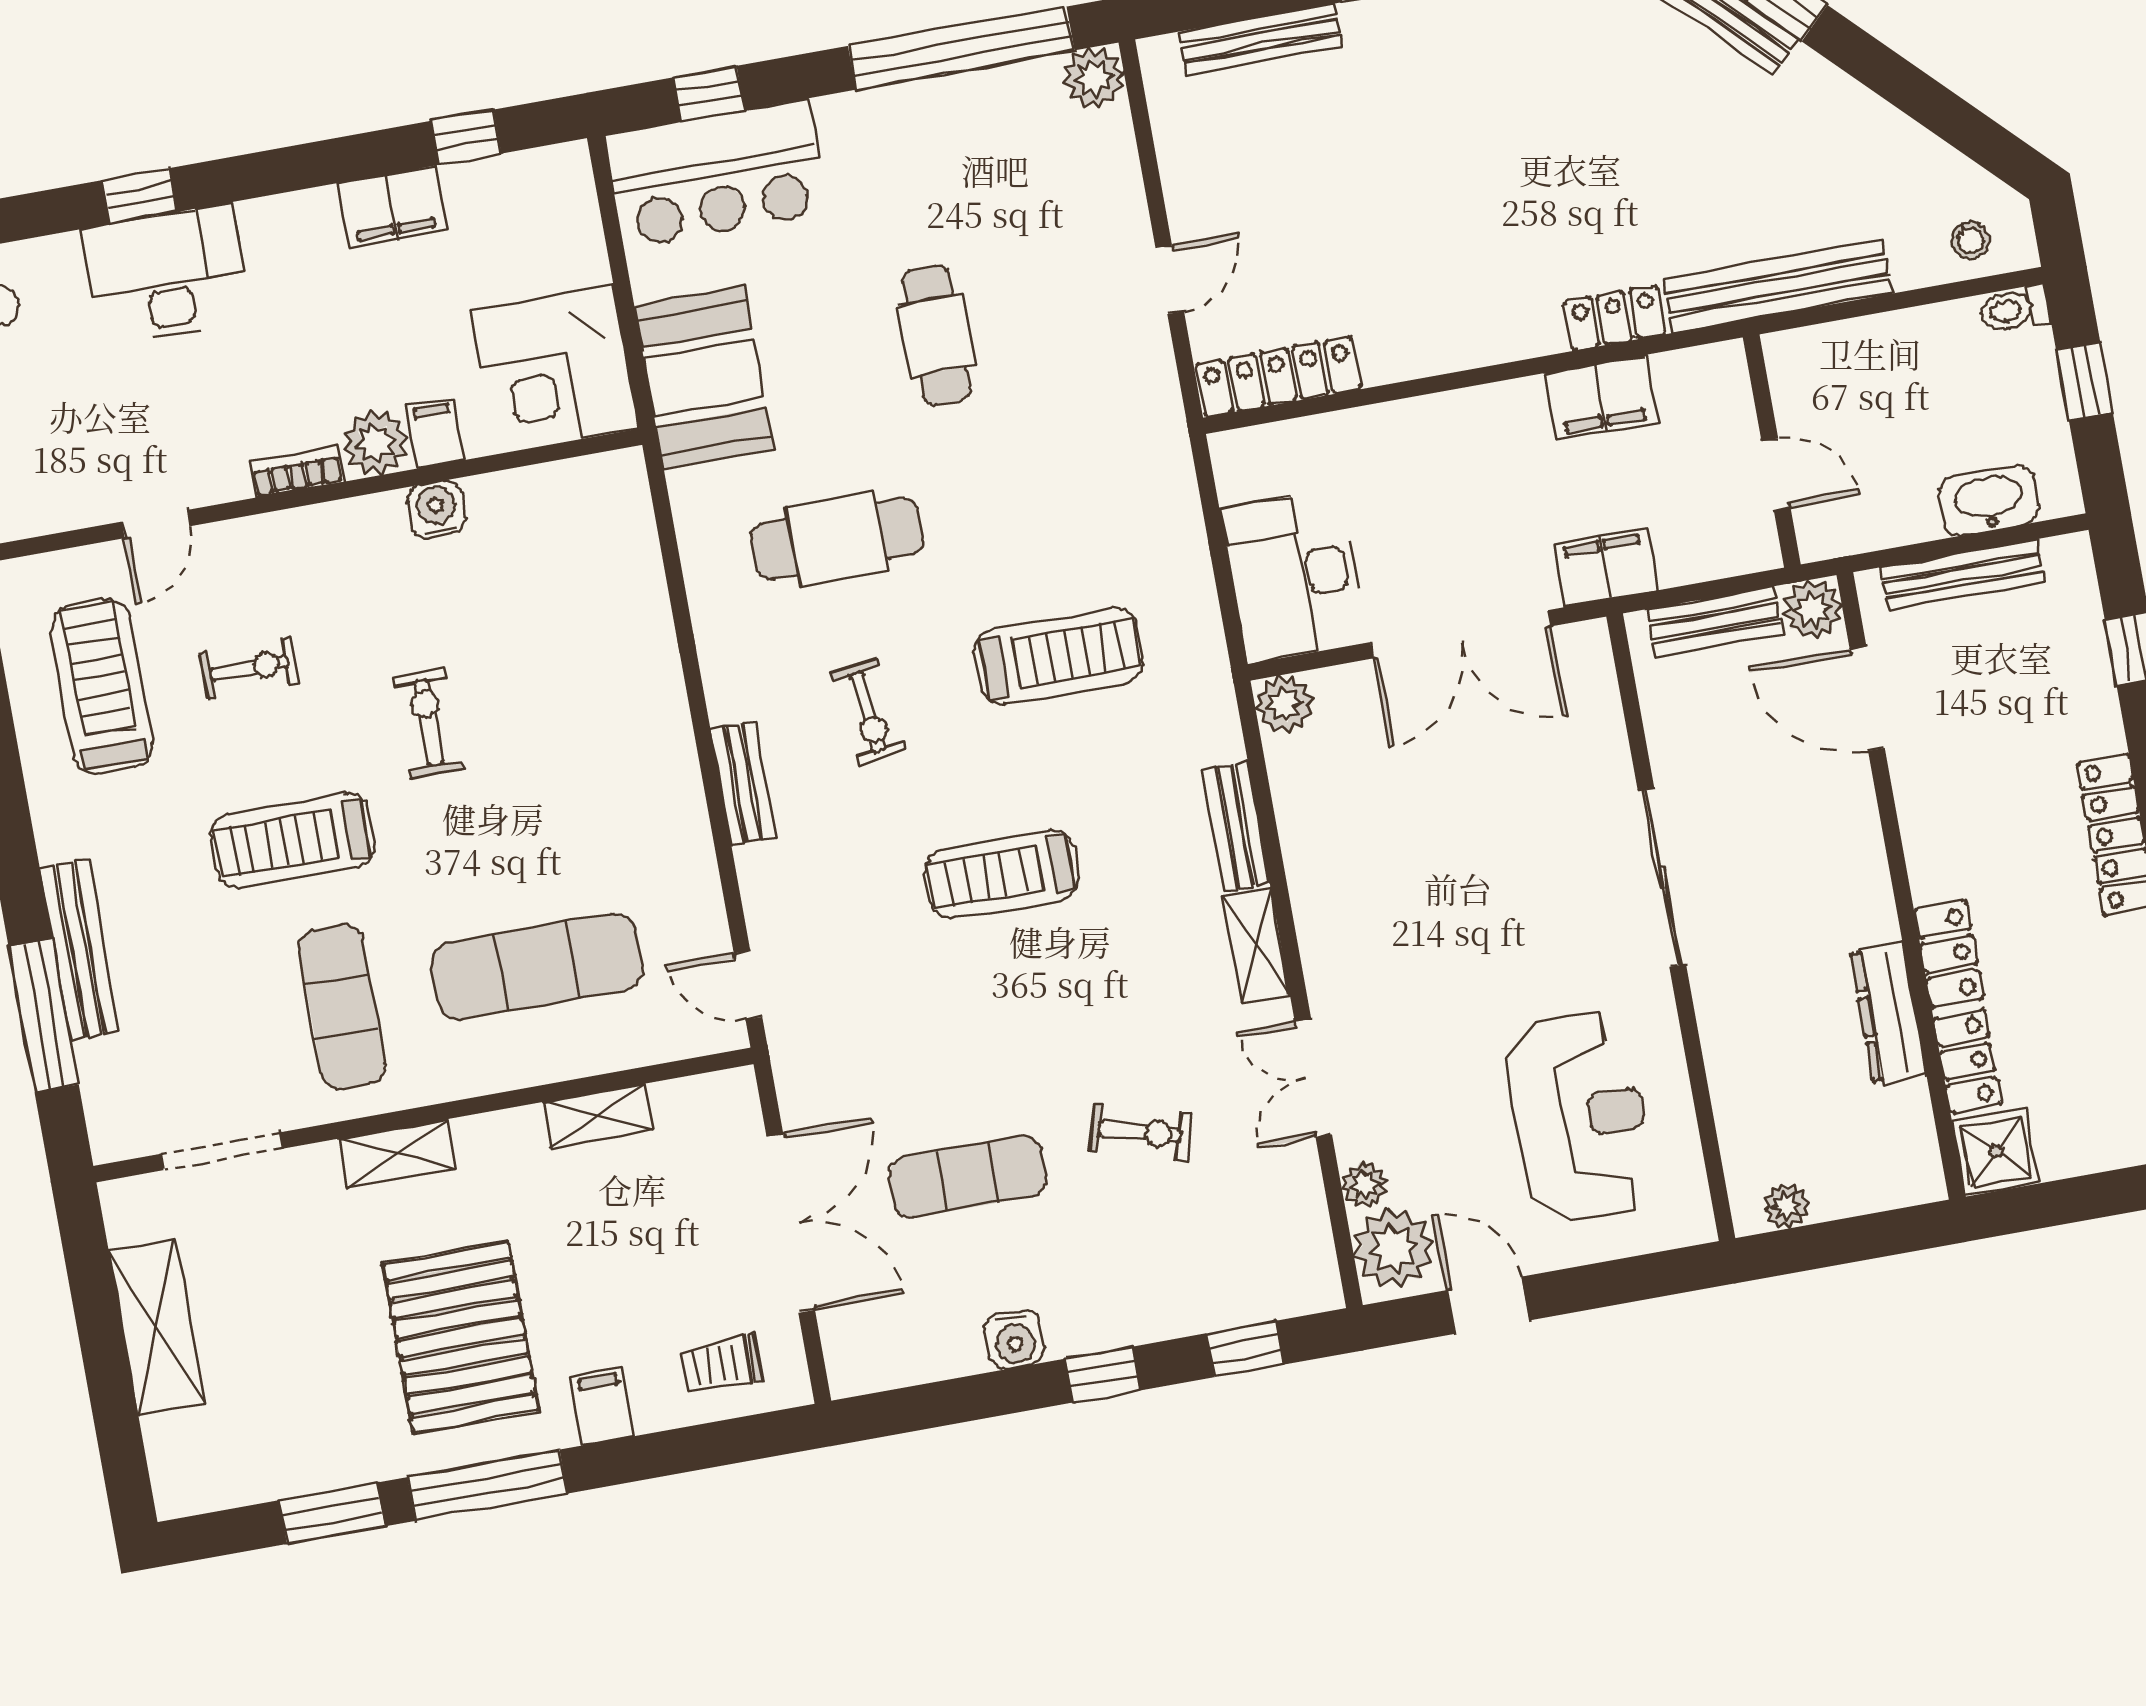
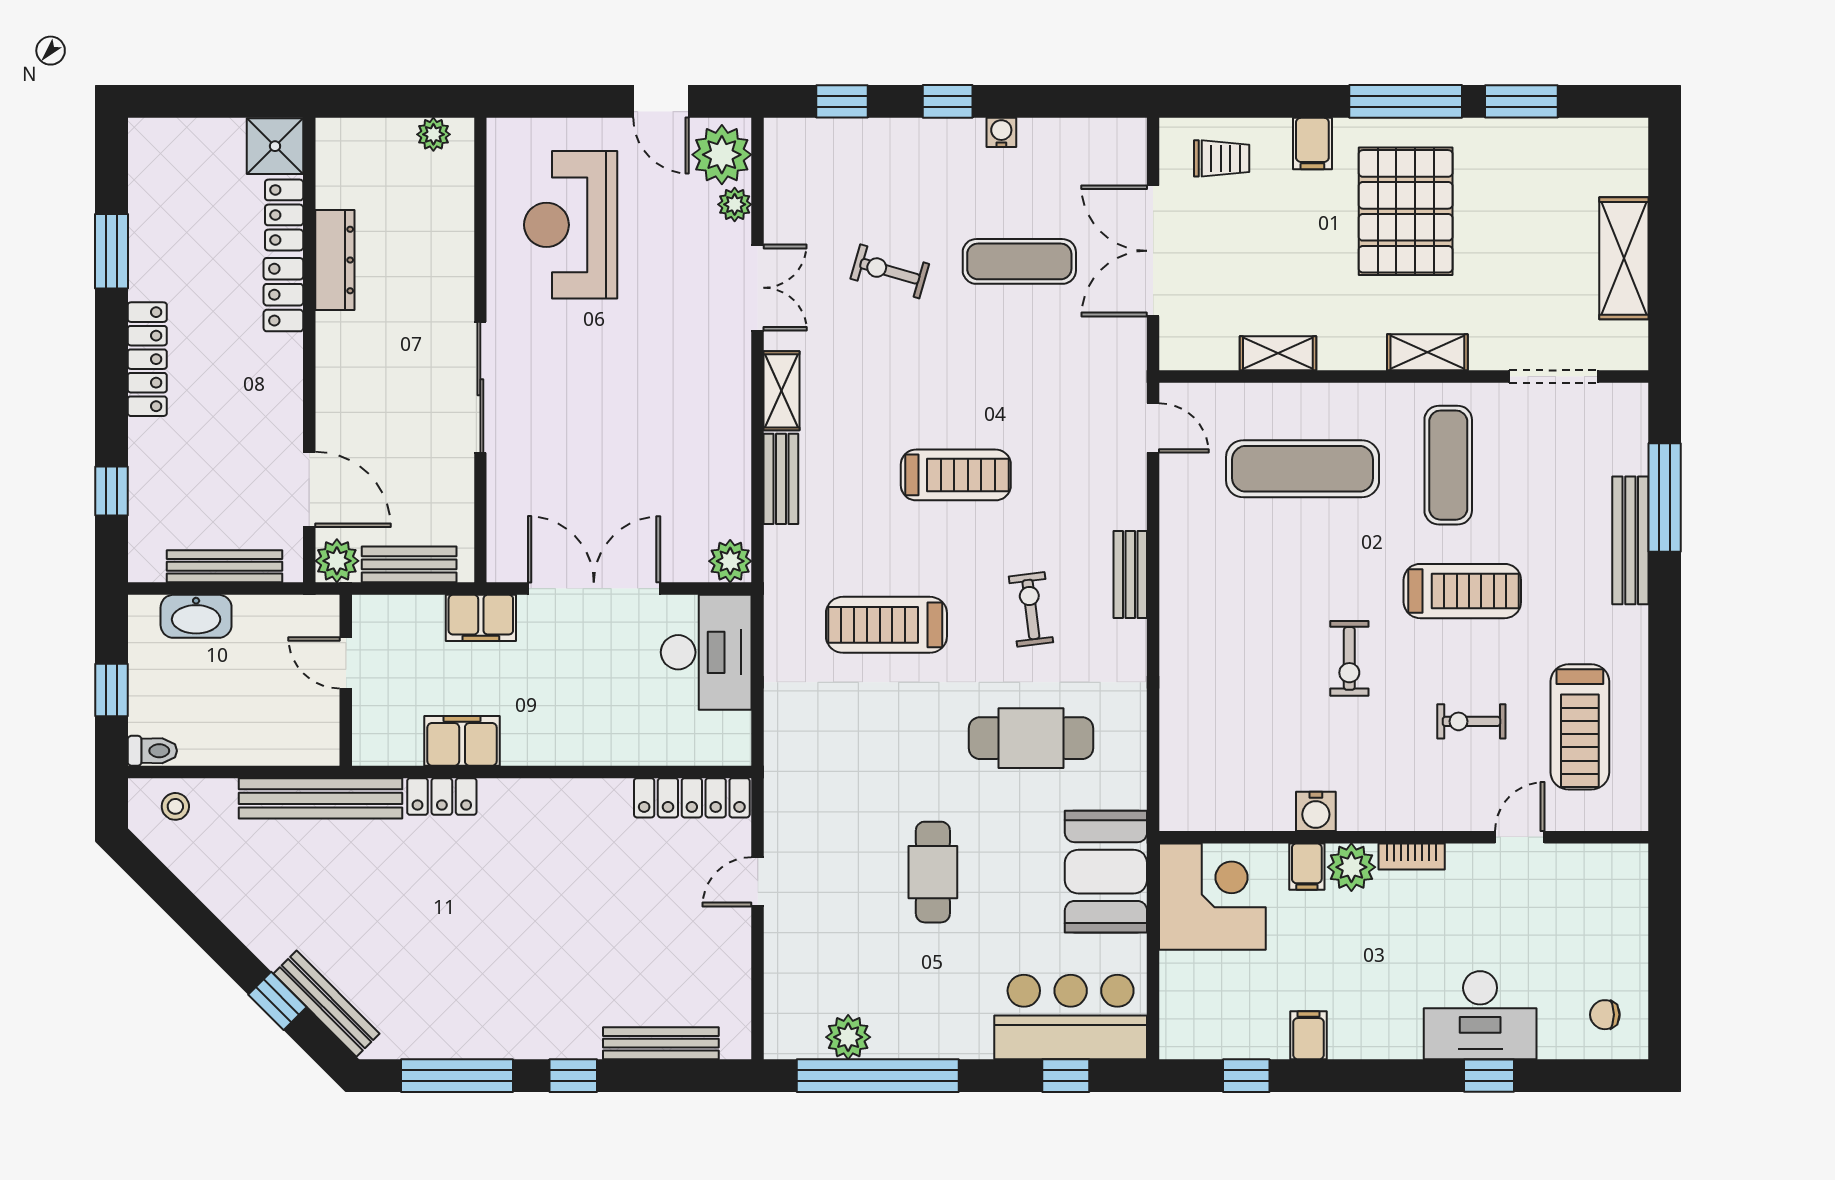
plant: (1094, 78) -> (848, 1037), moved
filing cabinet: (392, 207) -> (1309, 1035), width x0.50
water cooler: (1014, 1340) -> (1001, 132), width x0.72, depth x0.72

